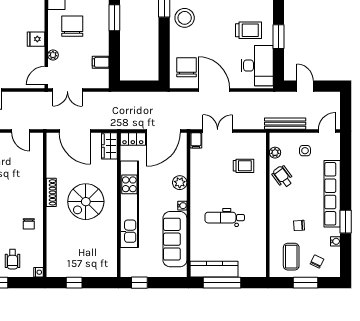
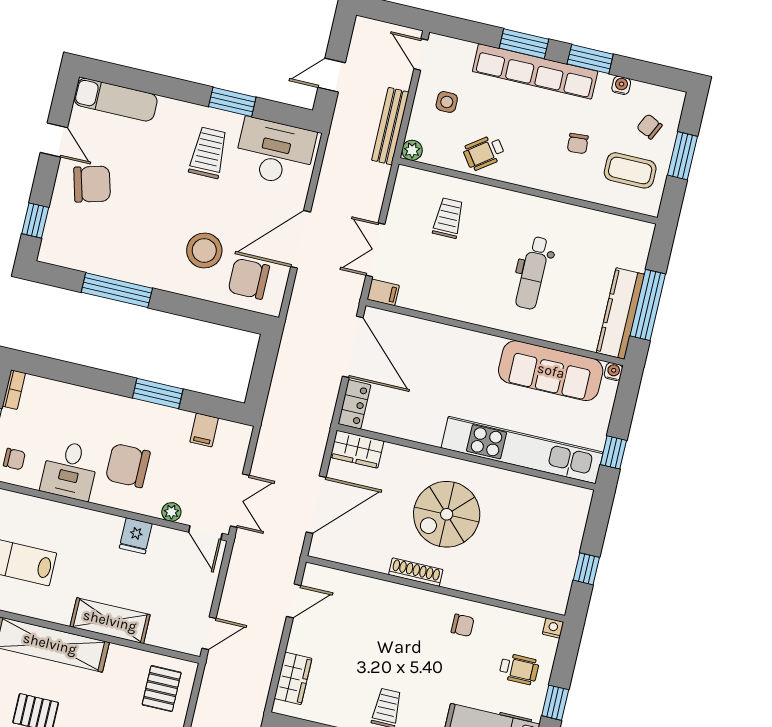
window: (114, 18) -> (158, 393), moved
stool: (185, 18) -> (204, 250), moved
plant: (275, 153) -> (412, 150), moved
plant: (180, 183) -> (452, 339), removed
window: (346, 185) -> (524, 44), added
spiral stairs: (86, 202) -> (447, 514), turned 90
kitchen unit: (129, 204) -> (522, 450), moved
water cooler: (182, 206) -> (613, 372), moved

